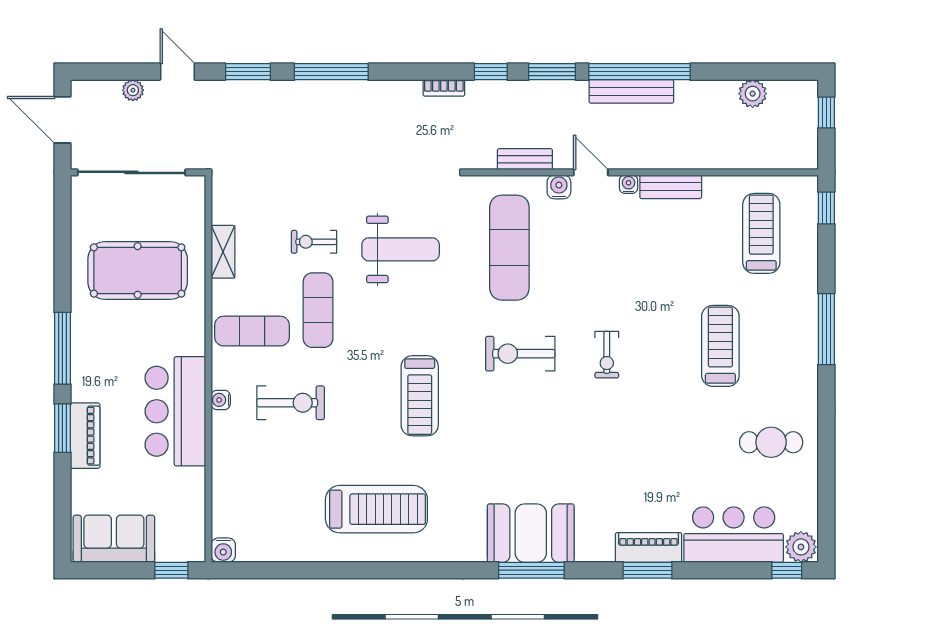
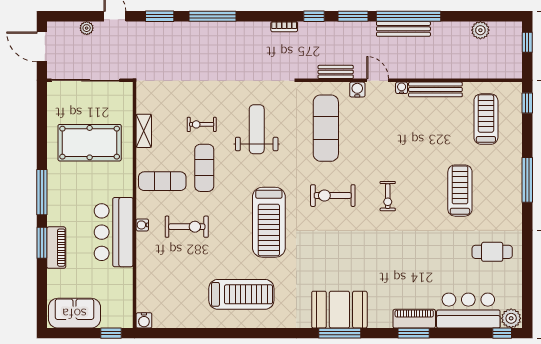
bench: (671, 187) -> (435, 89), width x1.36
weight bench: (401, 249) -> (257, 129), turned -90
treadmill: (420, 396) -> (269, 222), width x1.37, depth x1.38

